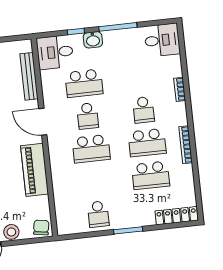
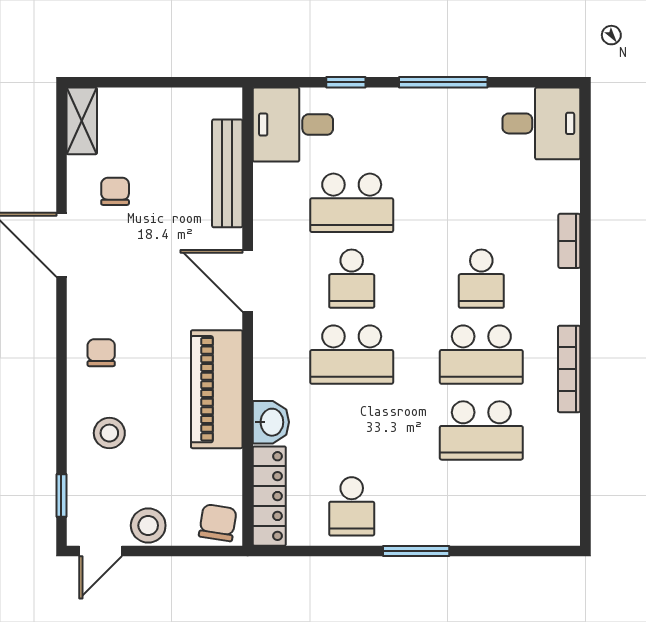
washbasin: (93, 40) -> (271, 422), moved, turned -90
locker: (176, 216) -> (269, 496), moved, turned 90

